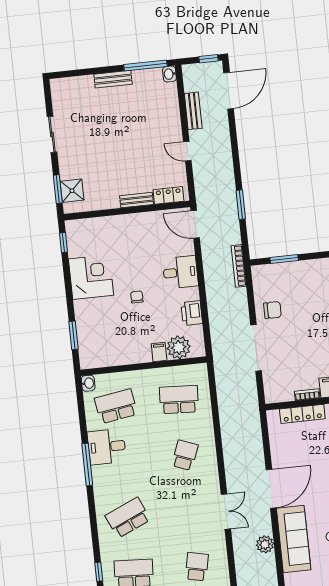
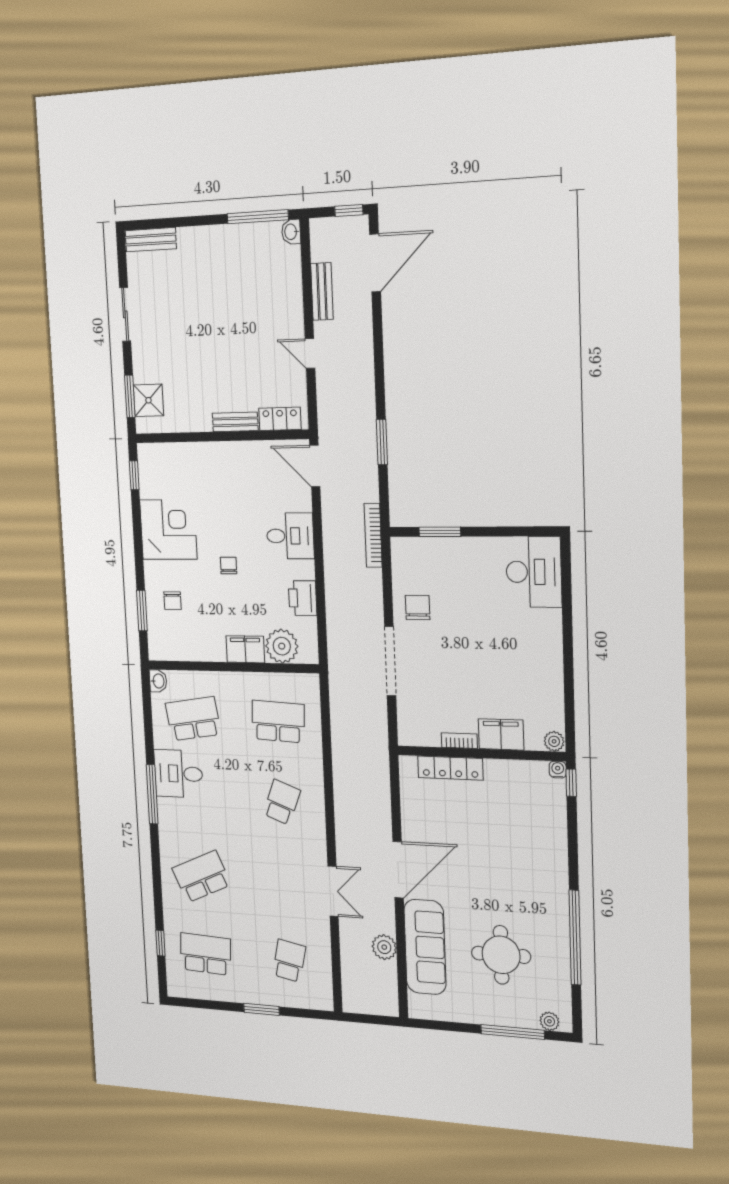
bench: (113, 79) -> (151, 240), moved
chair: (272, 310) -> (418, 608), turned -90
chair: (96, 326) -> (172, 601), added
filing cabinet: (159, 352) -> (245, 649), width x2.00

